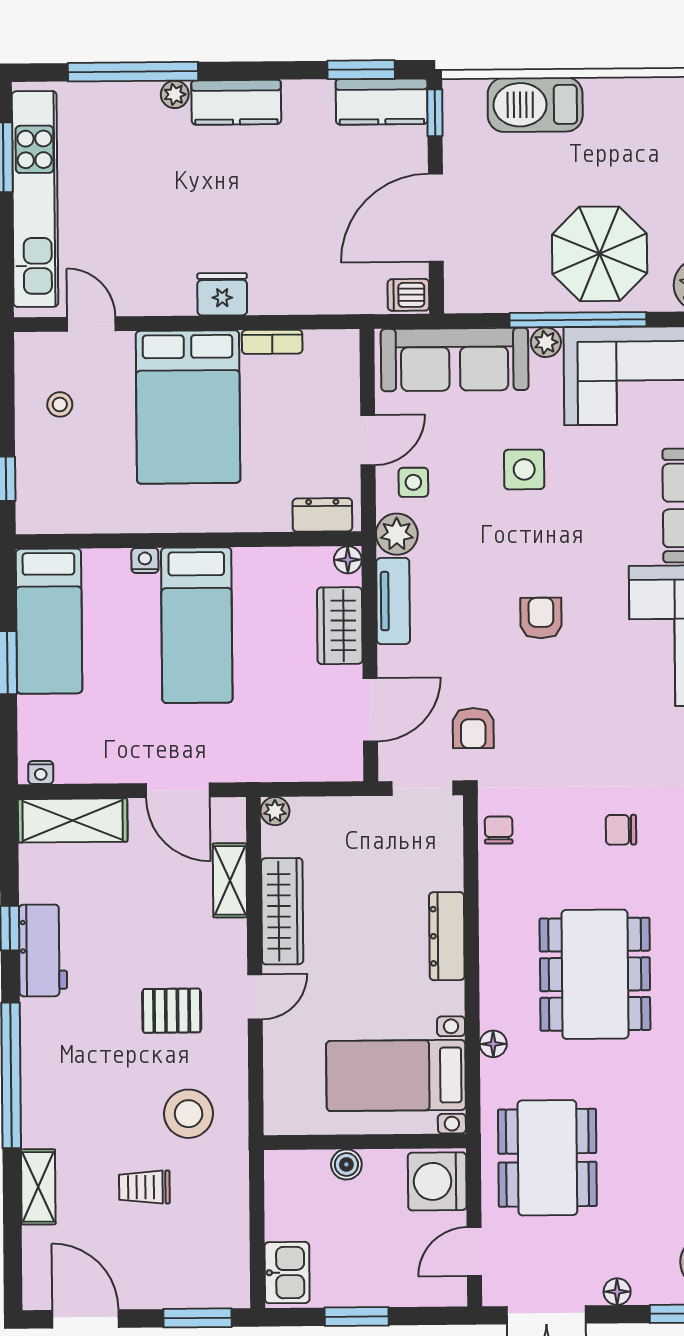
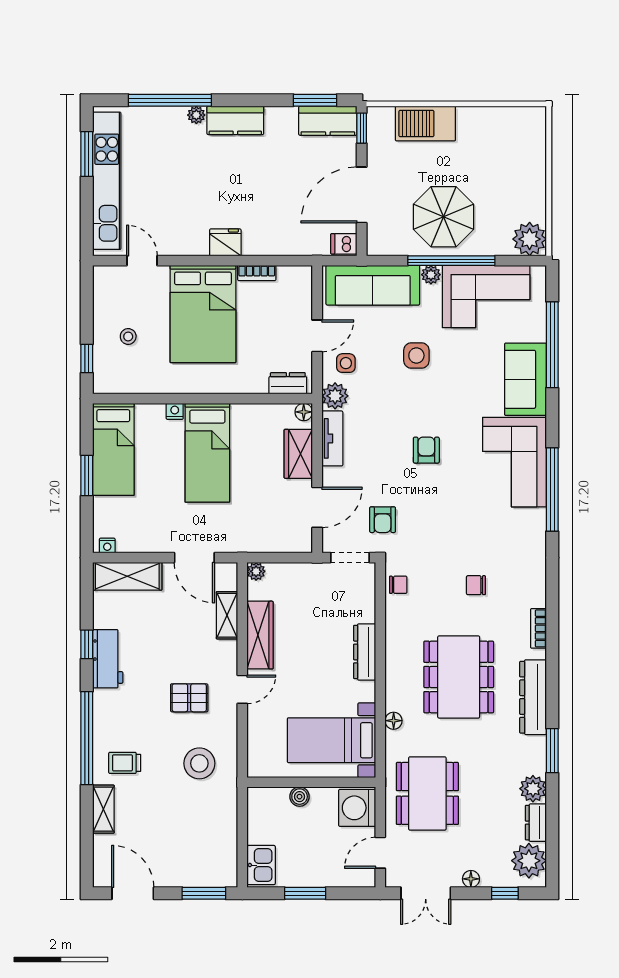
parasol: (600, 254) -> (443, 217), moved
stool: (60, 404) -> (128, 336), moved
chair: (499, 830) -> (398, 585), turned 90
trolley: (144, 1187) -> (125, 763), moved

